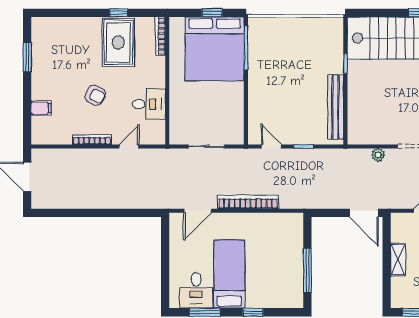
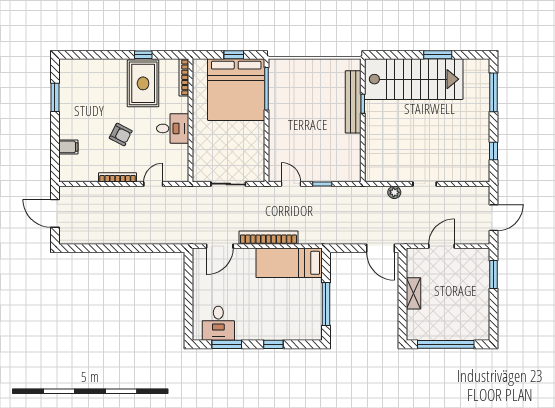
desk: (149, 104) -> (173, 128), moved
bench: (335, 107) -> (353, 102), moved
bed: (229, 274) -> (289, 263), moved, turned -90

